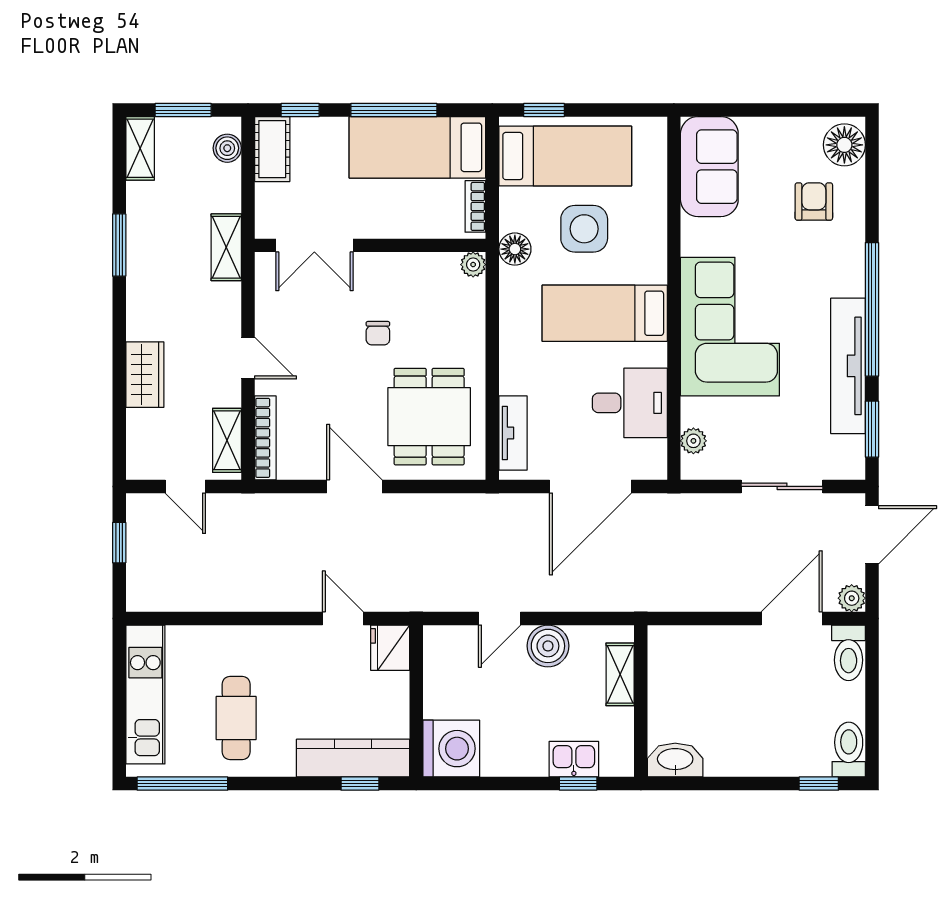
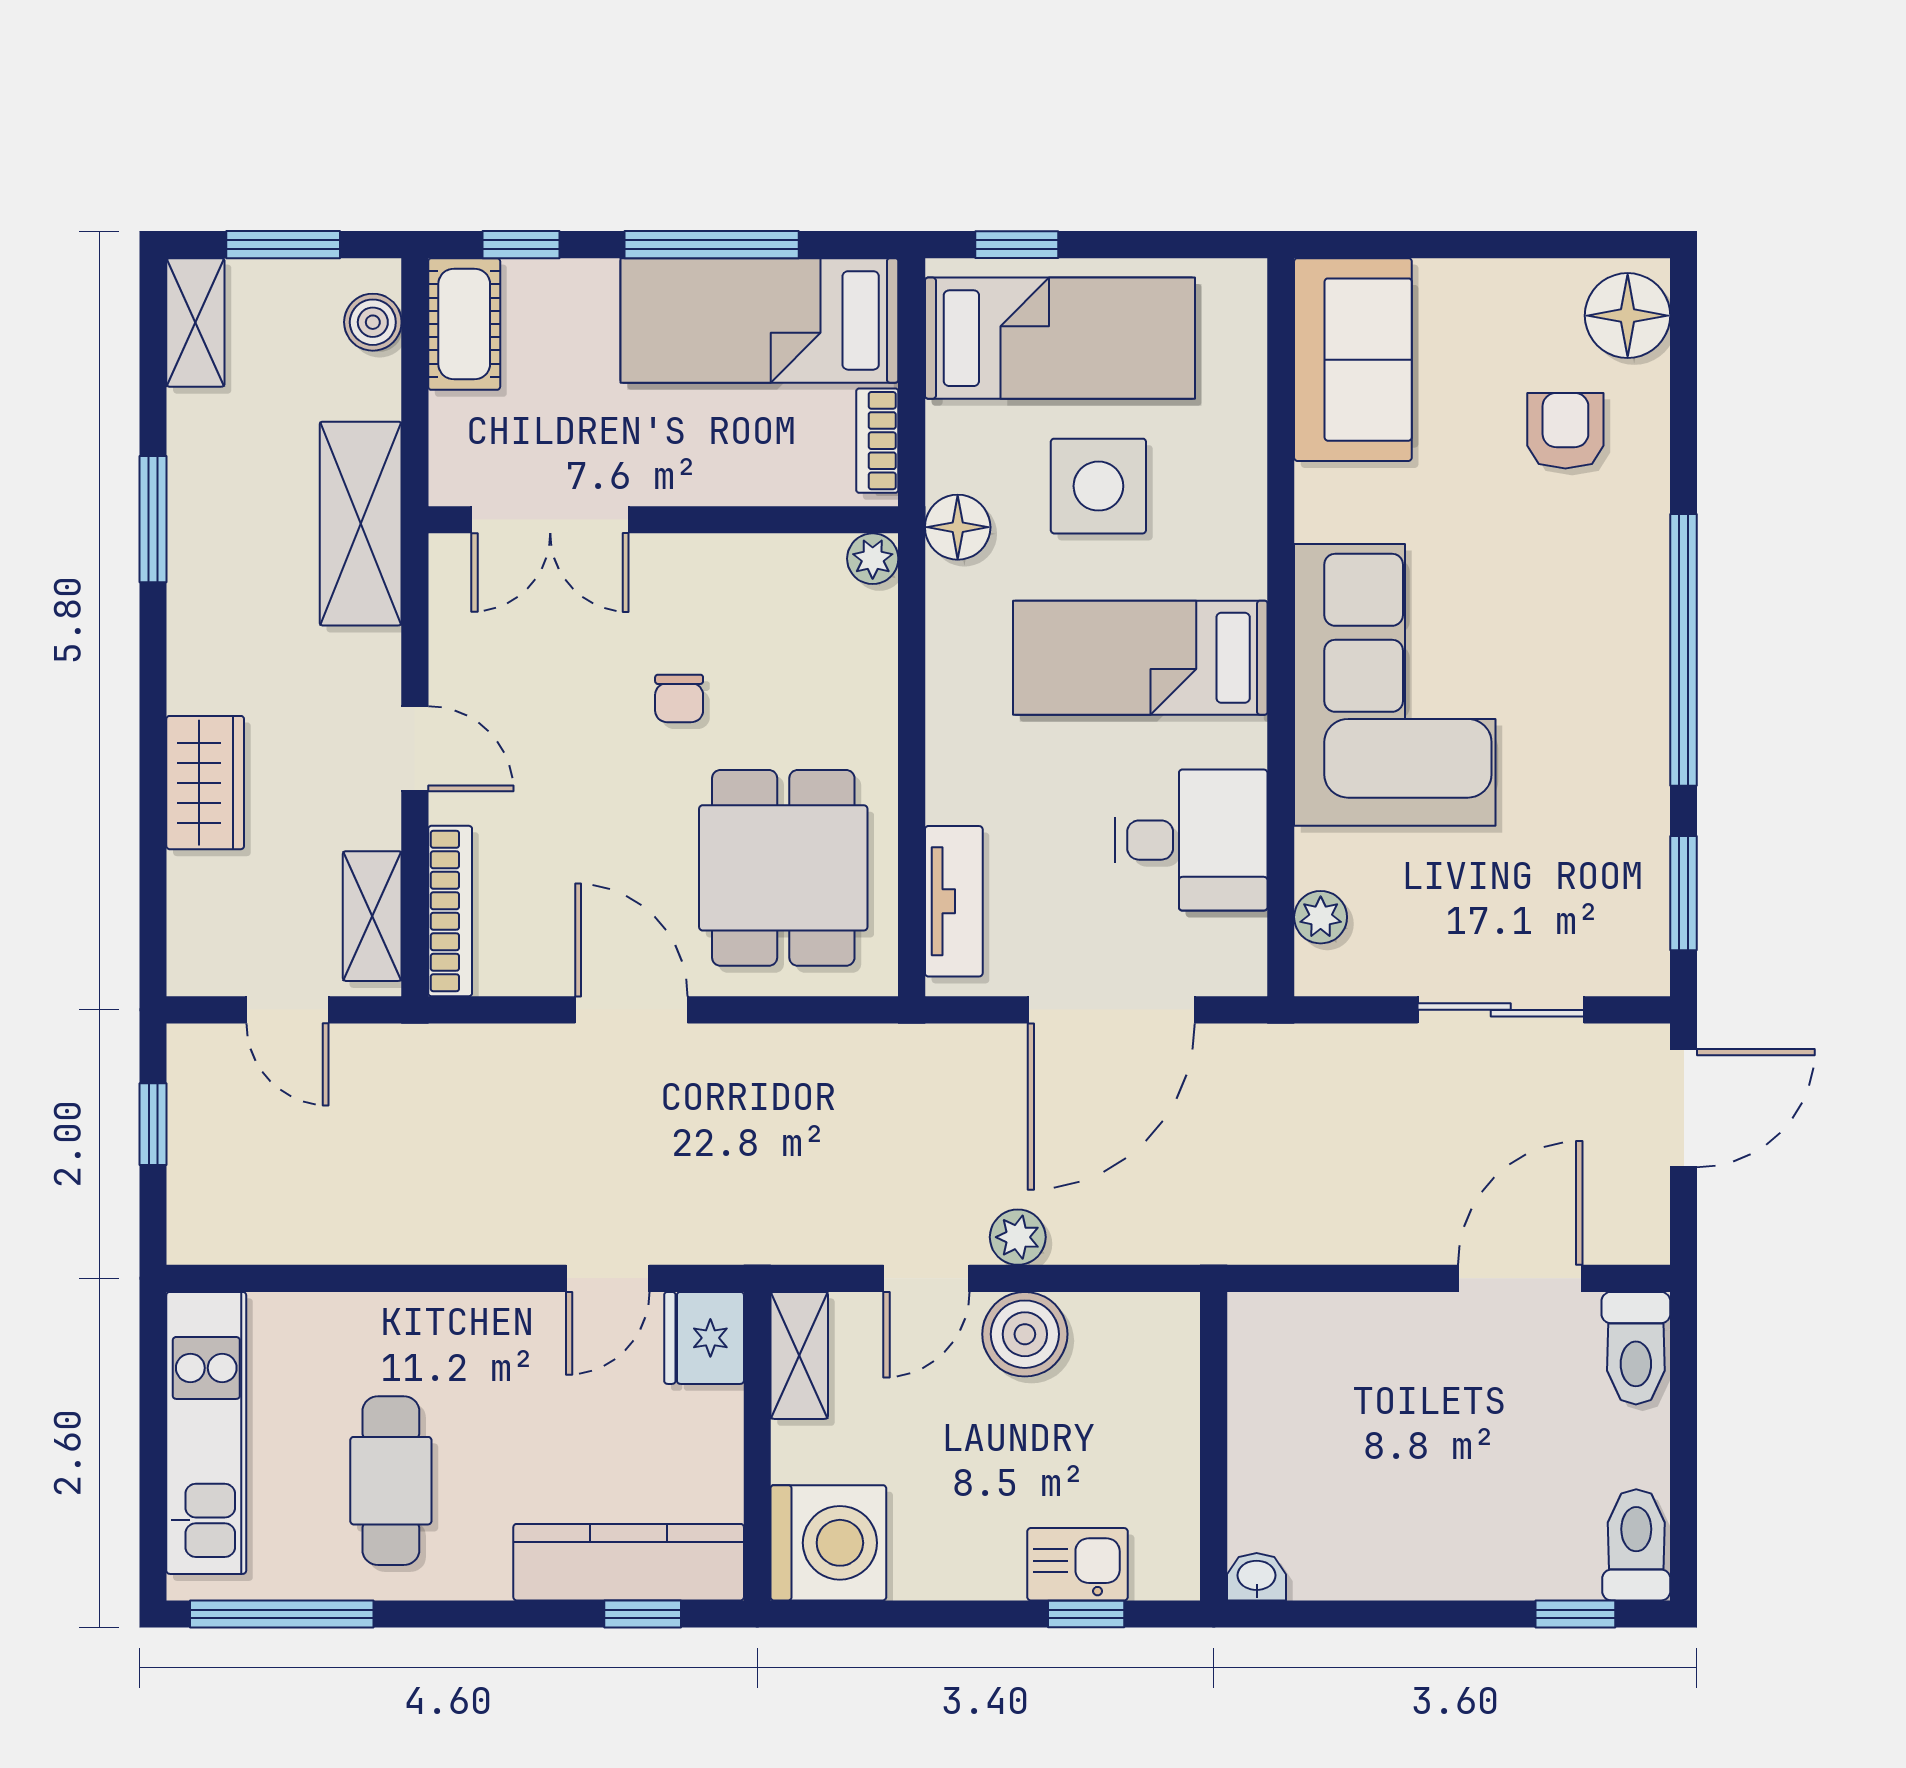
shelving: (226, 247) -> (361, 524), width x1.50, depth x1.33
tv unit: (848, 366) -> (1635, 765), removed
plant: (852, 598) -> (1018, 1237), moved
door: (343, 618) -> (608, 1278), swing flipped
shelving: (620, 674) -> (799, 1355), moved
washbasin: (675, 760) -> (1257, 1577), width x0.52, depth x0.69

